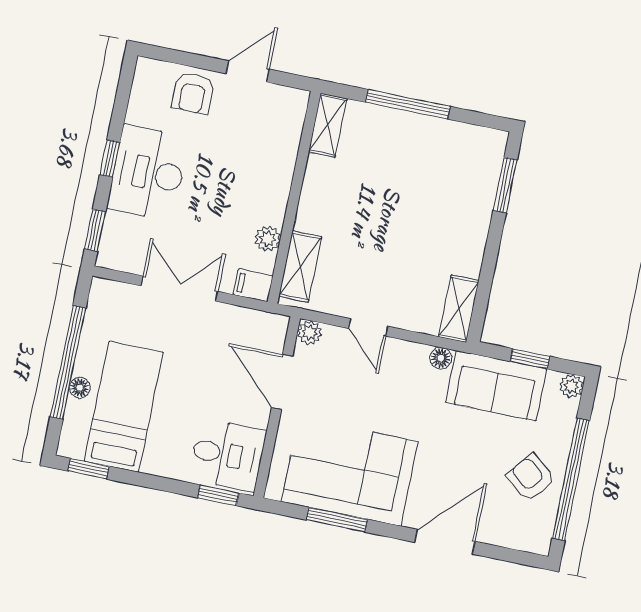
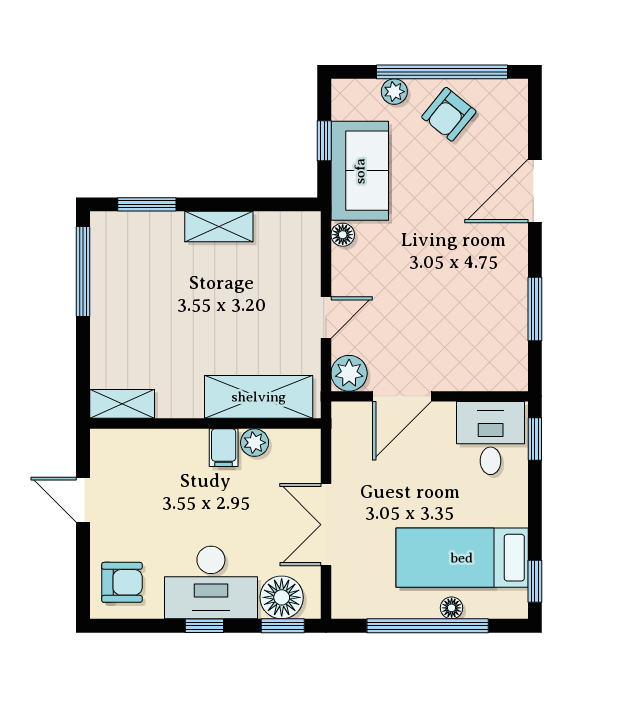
armchair: (193, 93) -> (122, 582), moved
window: (408, 104) -> (83, 272), moved
floor lamp: (121, 234) -> (282, 597), added
shelving: (300, 266) -> (259, 397), width x1.50, depth x1.33
filing cabinet: (253, 285) -> (224, 448), moved
shelving: (459, 309) -> (219, 226), moved
plant: (310, 333) -> (349, 373), width x1.38, depth x1.38
plant: (571, 386) -> (394, 92), moved
corner sofa: (350, 472) -> (482, 306), removed
door: (445, 542) -> (535, 191), hinge flipped

